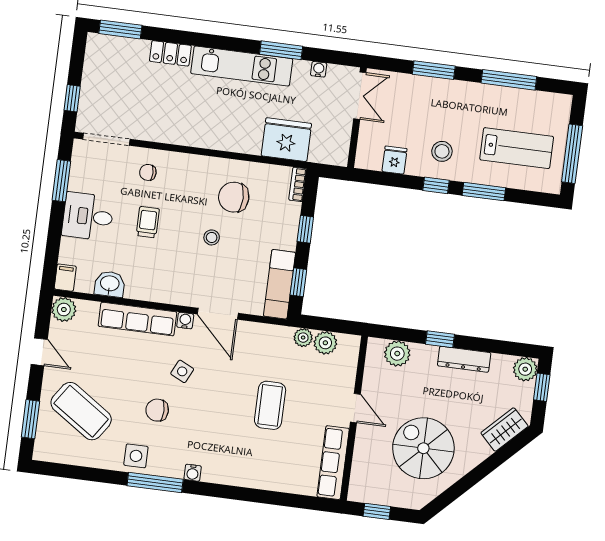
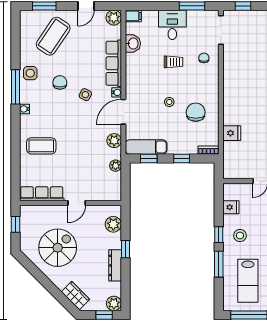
fridge: (286, 140) -> (232, 133), width x0.53, depth x0.75
plant: (325, 343) -> (114, 141), moved
coffee table: (270, 405) -> (41, 146), moved

